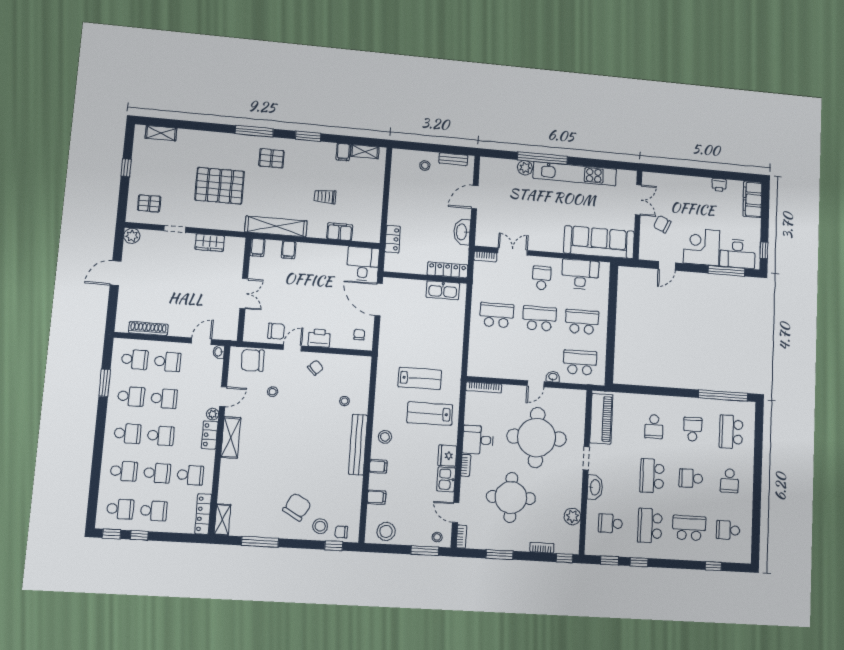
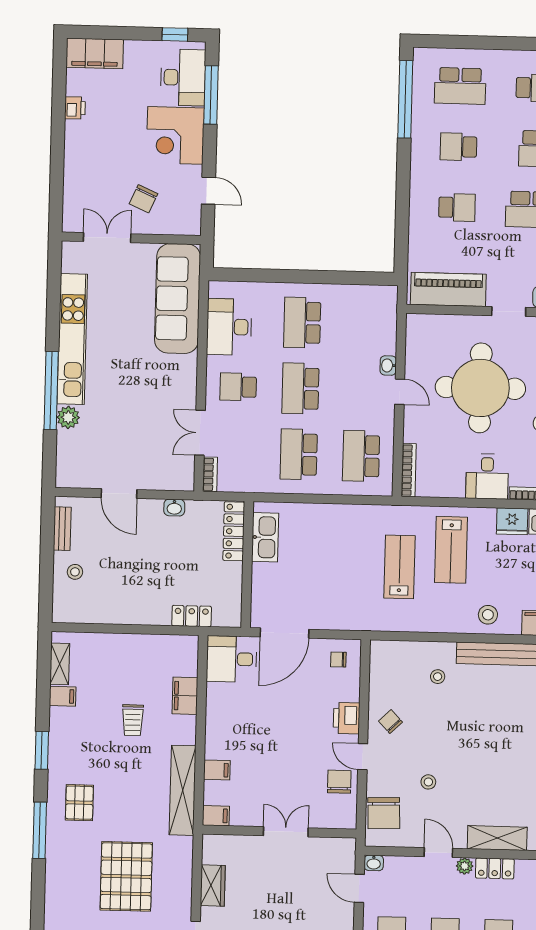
washbasin: (462, 232) -> (174, 508), width x0.52, depth x0.69
school desk: (580, 362) -> (361, 456), moved

